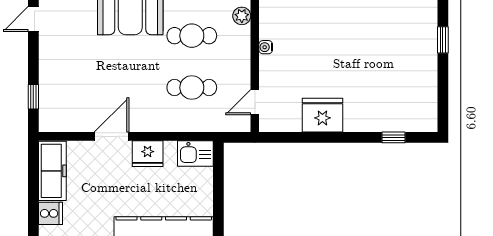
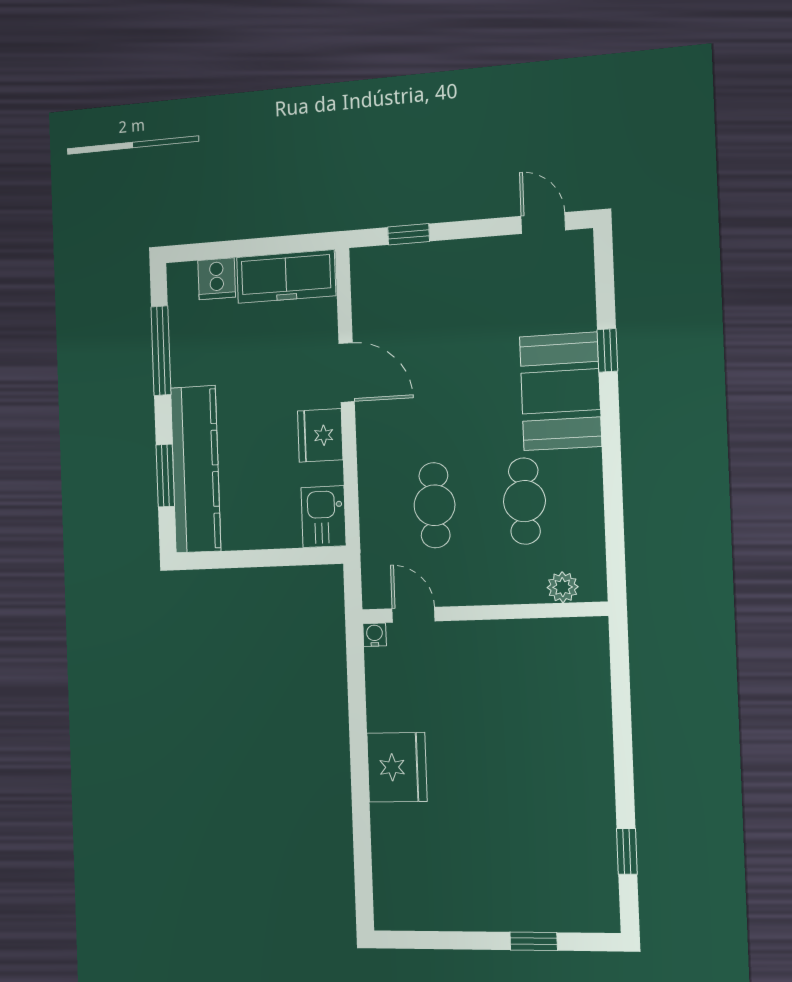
water cooler: (266, 47) -> (375, 635), moved
fridge: (322, 115) -> (397, 767), moved
window: (394, 137) -> (362, 854), removed

